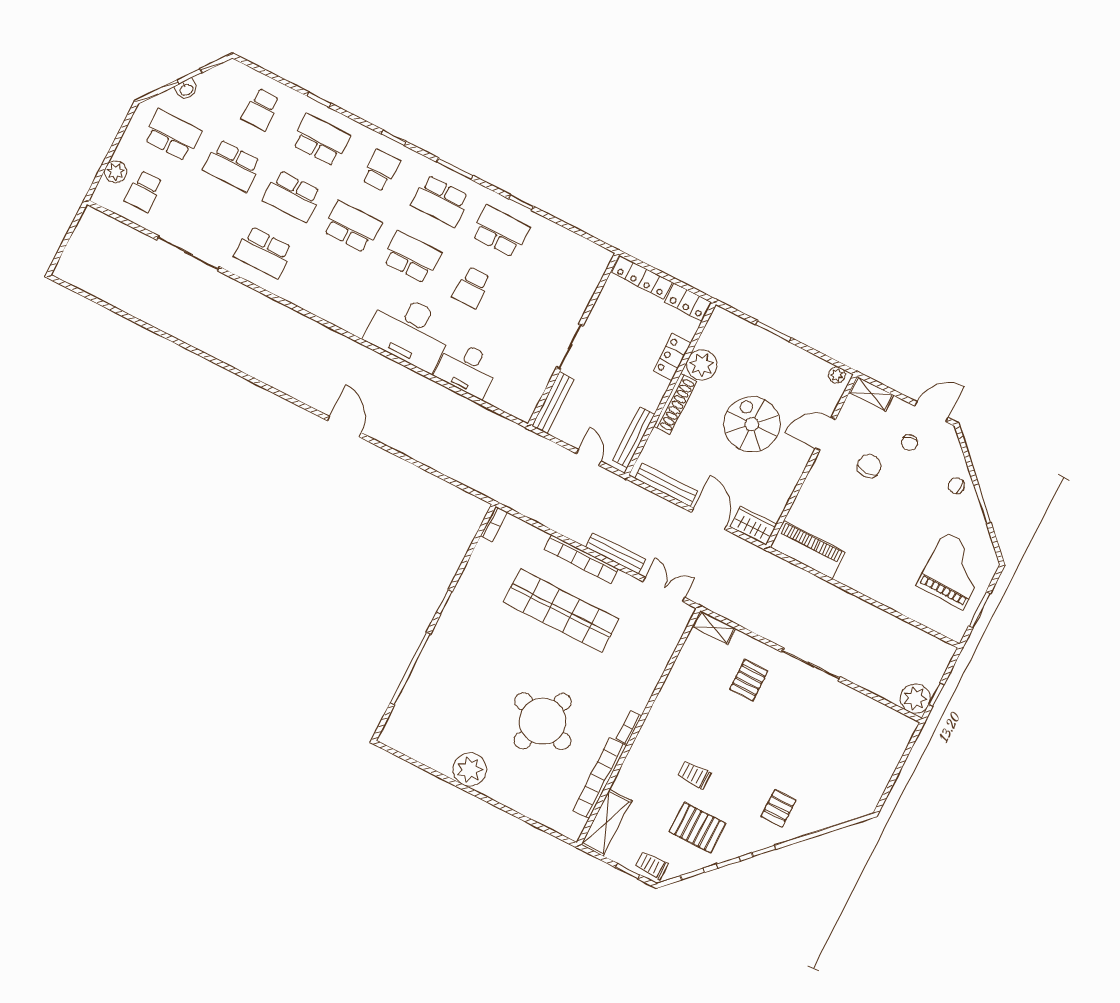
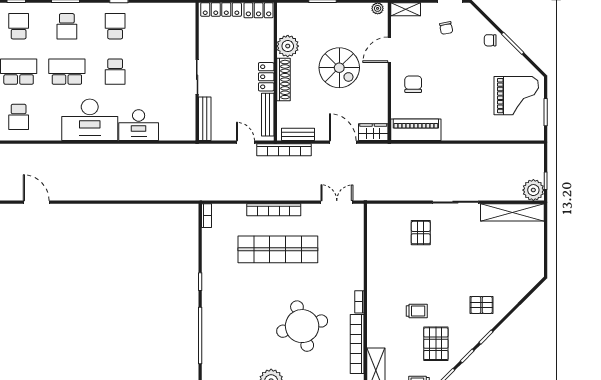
school desk: (440, 201) -> (67, 26), width x0.54
school desk: (500, 231) -> (115, 26), width x0.54
school desk: (323, 283) -> (19, 117), added
locker: (672, 357) -> (266, 77), moved
spiral stairs: (752, 424) -> (339, 68), turned 180
door: (344, 427) -> (36, 202), moved
chair: (869, 466) -> (413, 84), moved
bench: (666, 485) -> (298, 134), width x0.73
bookcase: (632, 491) -> (284, 150), added
bench: (616, 553) -> (294, 195), removed
grand piano: (954, 571) -> (516, 96), turned 89
shelving: (714, 628) -> (512, 212), moved, width x2.20, depth x1.33
round table: (543, 721) -> (302, 326), turned -34
trolley: (694, 775) -> (417, 311), turned 180
pallet: (778, 808) -> (482, 305), turned 90
pallet: (697, 828) -> (436, 344), turned 90

